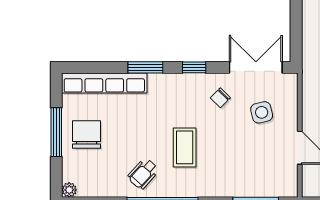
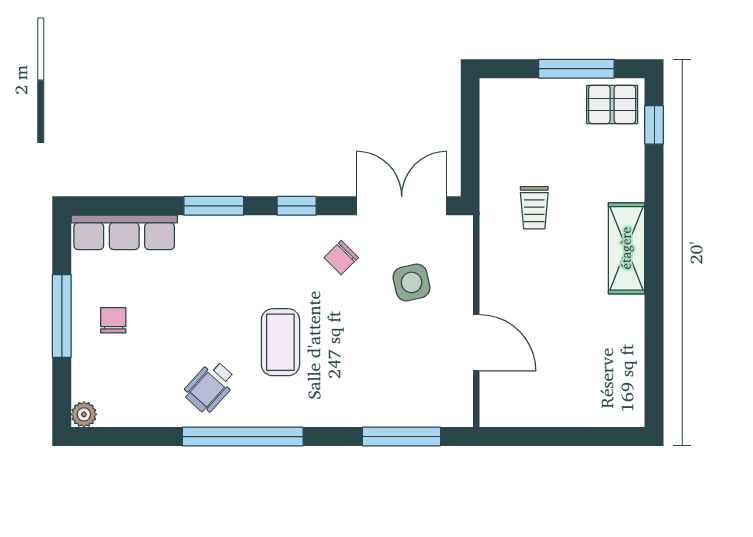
row of seats: (104, 83) -> (124, 232), width x0.73
chair: (87, 135) -> (113, 320), width x0.54, depth x0.54

